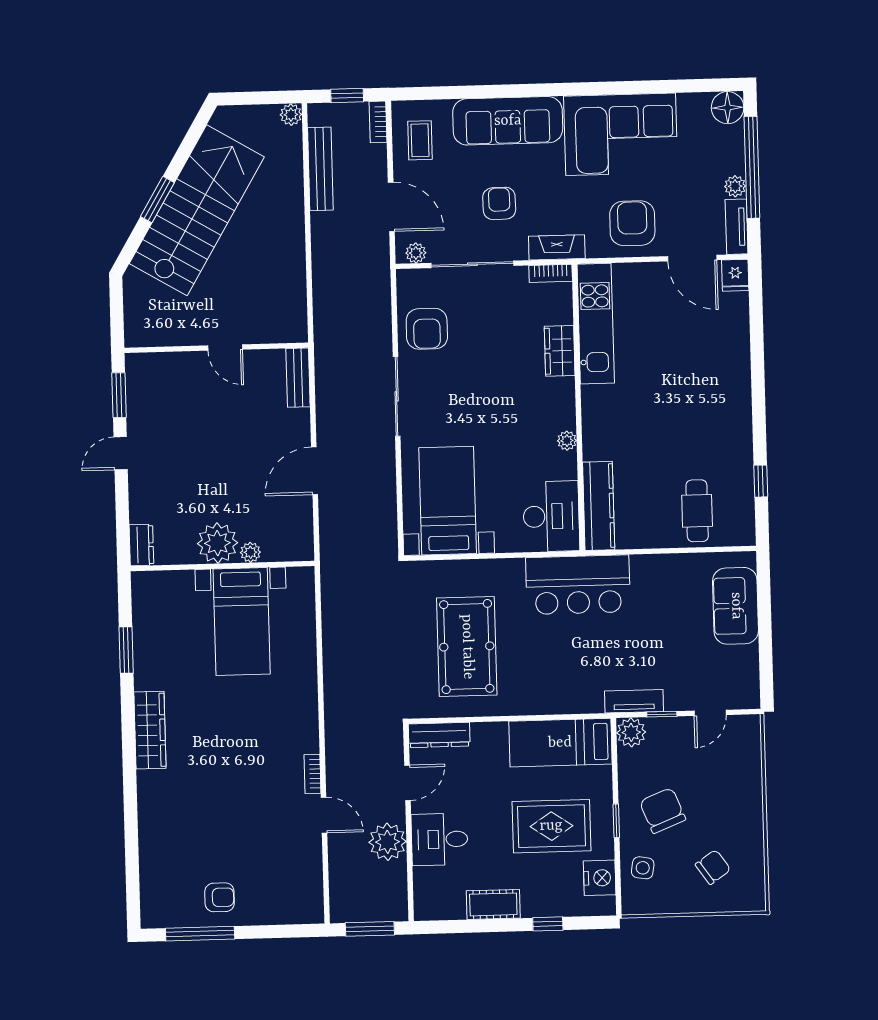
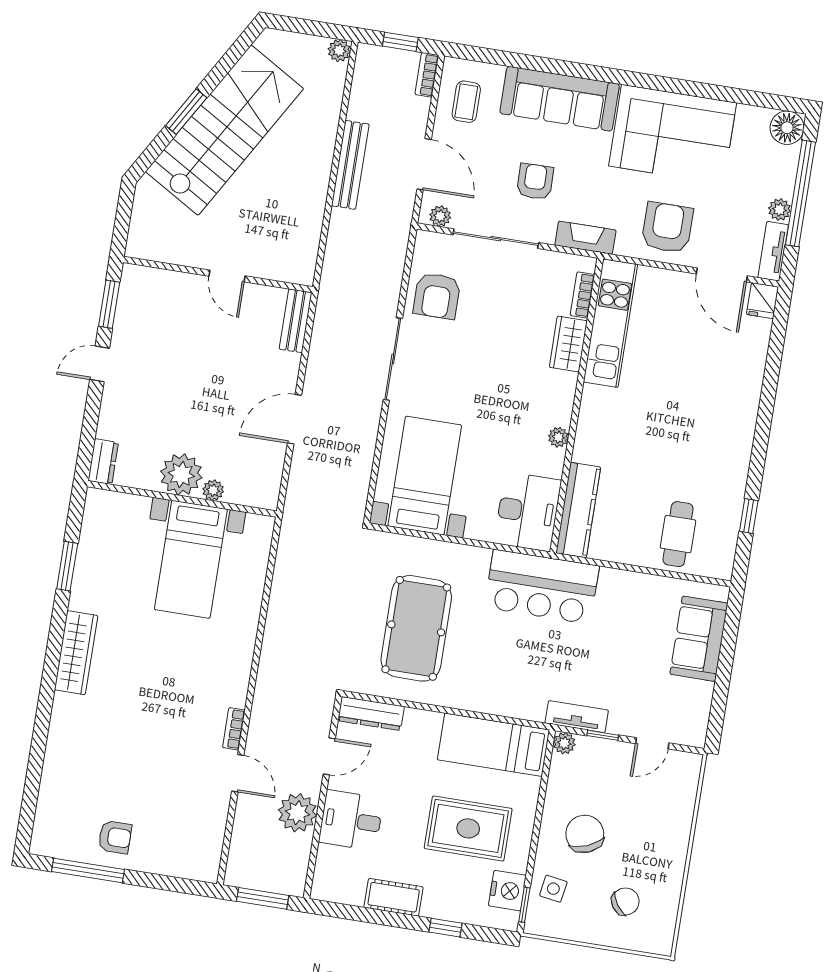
bench: (320, 169) -> (350, 165), moved
bookcase: (551, 273) -> (583, 295), moved, turned 90
plant: (631, 732) -> (564, 743), width x0.73, depth x0.73
window: (616, 821) -> (524, 905), moved

